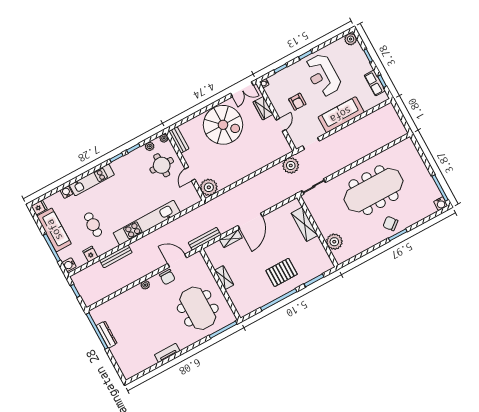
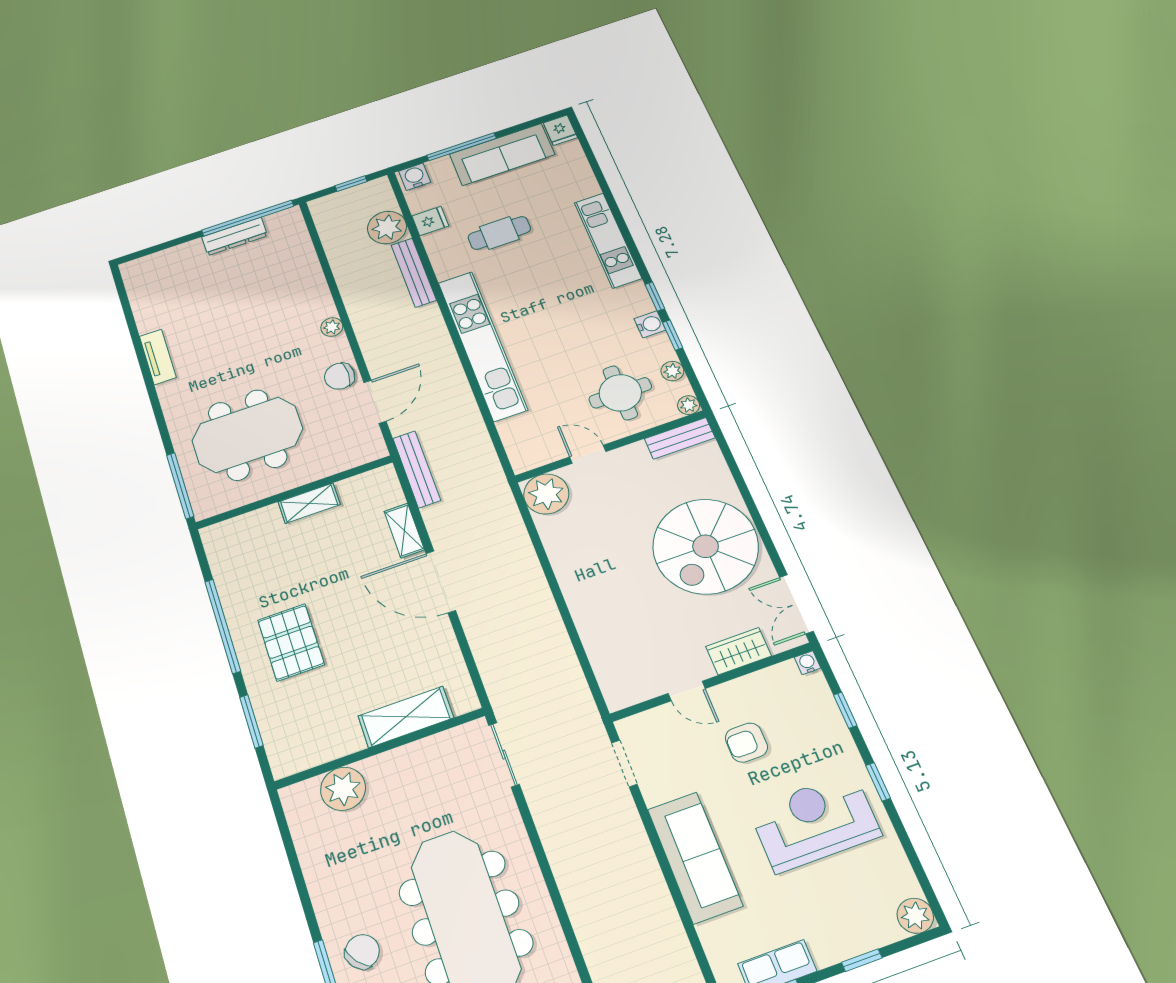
plant: (291, 165) -> (387, 228), moved
water cooler: (66, 192) -> (650, 324), moved

